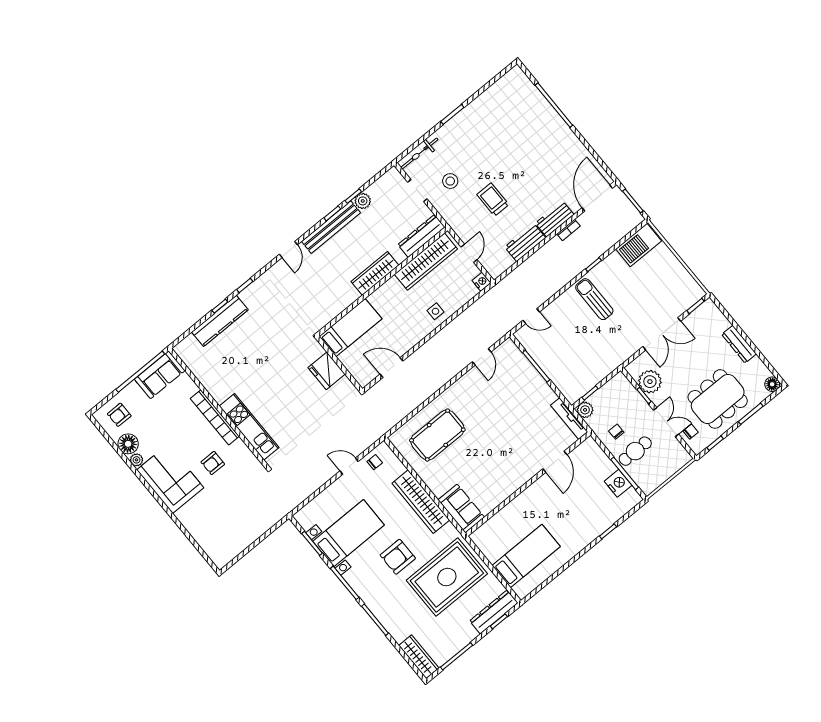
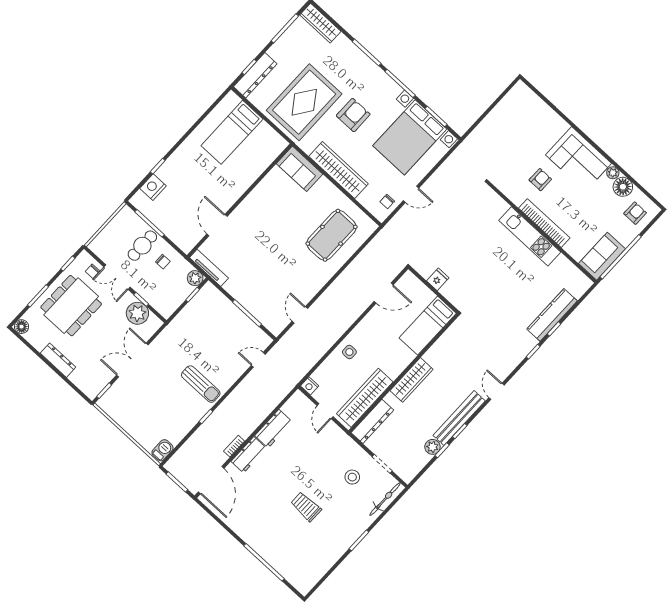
trolley: (493, 200) -> (306, 507), moved, turned 180
barbecue: (639, 245) -> (163, 450), width x0.53, depth x0.65
fridge: (327, 371) -> (438, 279), width x0.53, depth x0.75
kitchen unit: (249, 427) -> (530, 236), moved
nightstand: (618, 483) -> (153, 187), moved, turned 90
bed with nightstands: (349, 533) -> (410, 137), width x1.36

